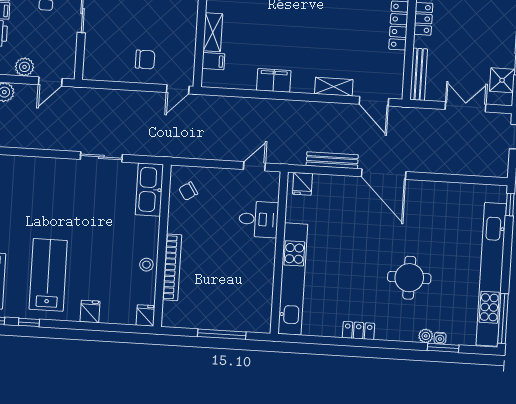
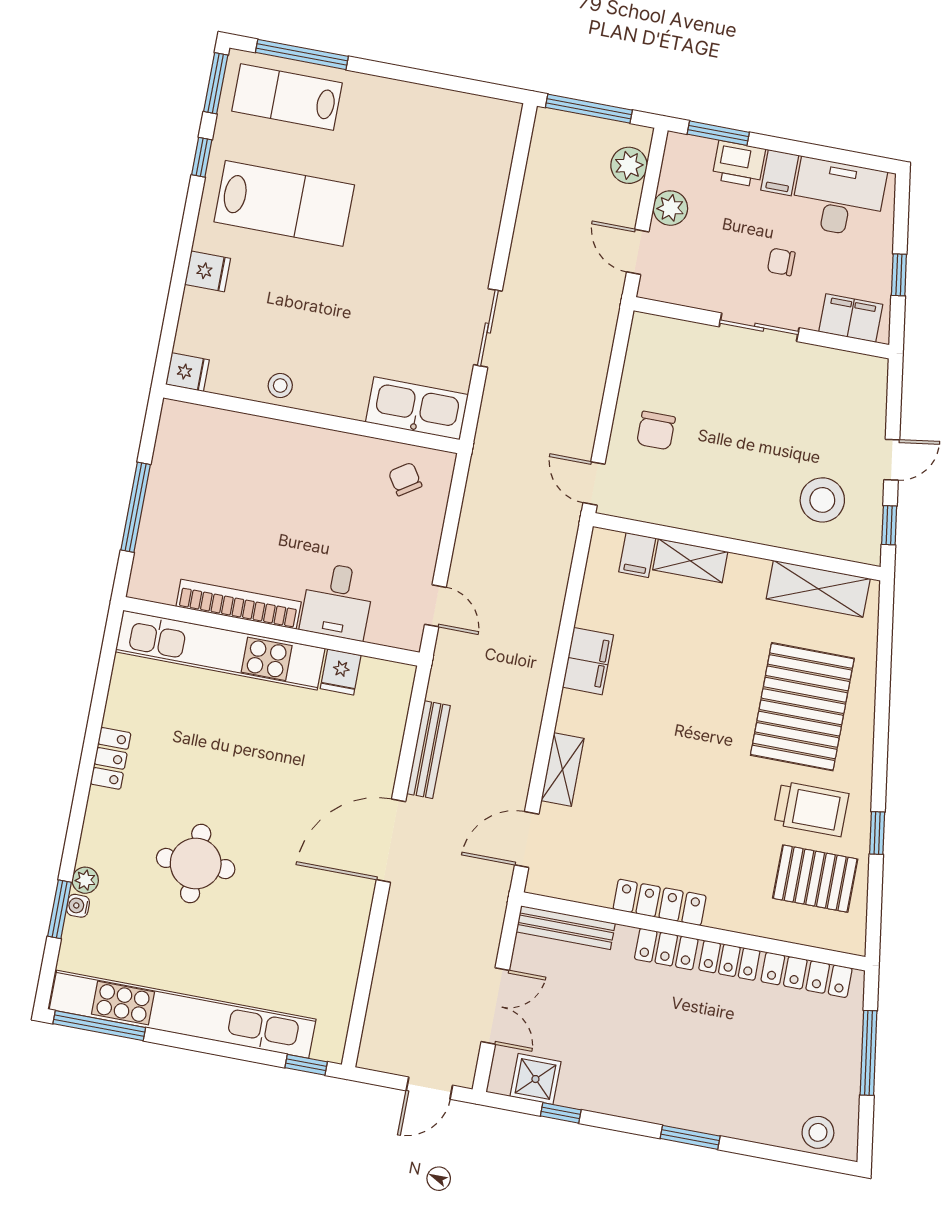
fridge: (303, 184) -> (341, 672), moved, turned -90
bookcase: (172, 267) -> (239, 604), moved, turned 180

